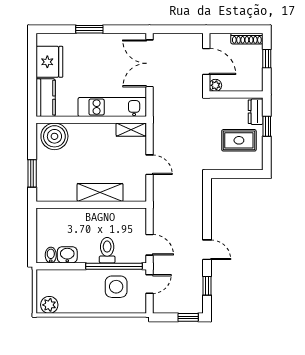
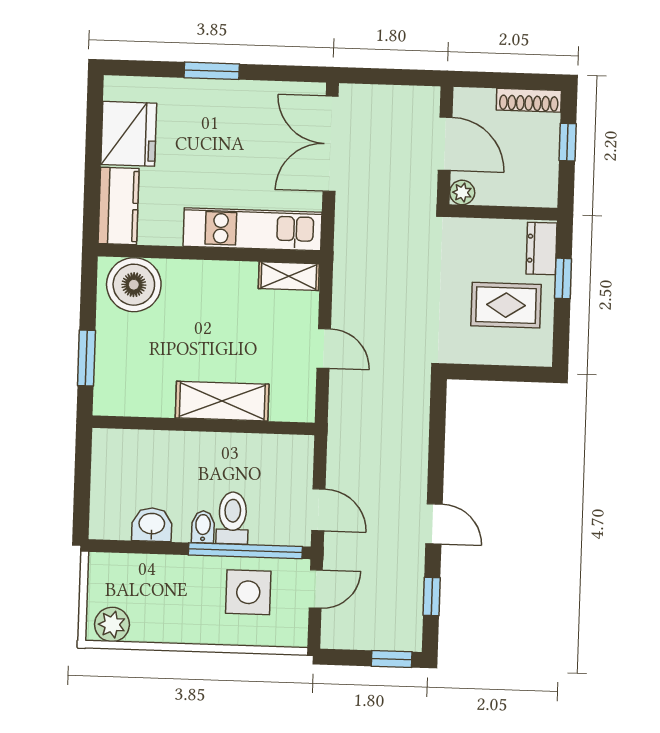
bidet: (51, 255) -> (203, 527), moved

